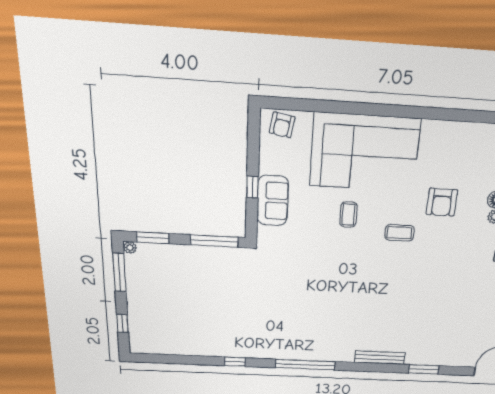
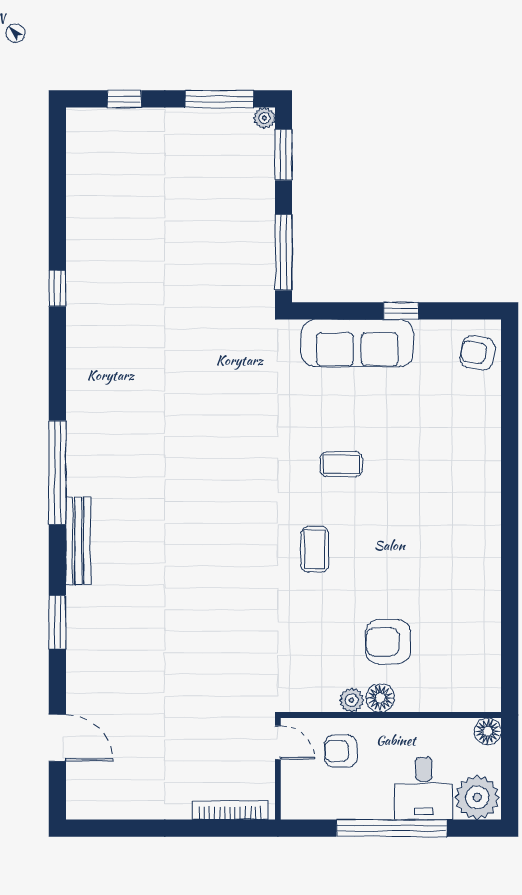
corner sofa: (365, 152) -> (443, 481), removed
window: (252, 187) -> (401, 311), moved
sofa: (273, 201) -> (357, 343), width x1.36
armchair: (442, 202) -> (388, 642), moved
window: (305, 365) -> (57, 473), moved

